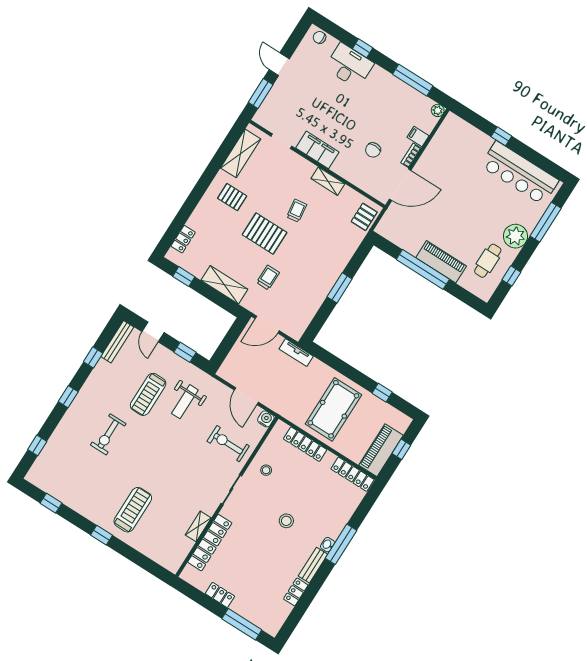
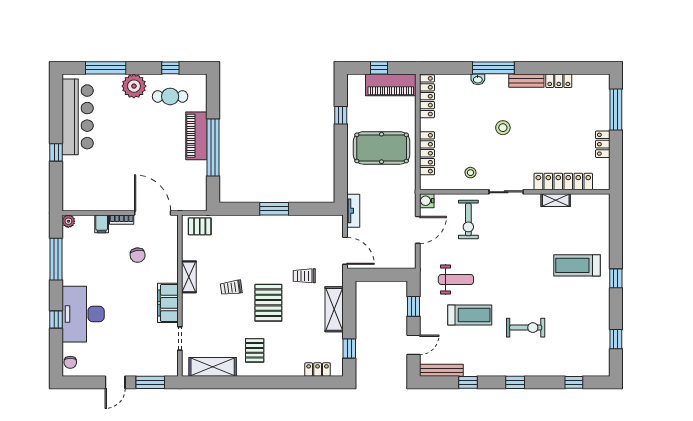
desk: (349, 66) -> (83, 314), width x1.36, depth x1.30
chair: (373, 150) -> (138, 255), turned 82
washbasin: (327, 545) -> (478, 79), moved

